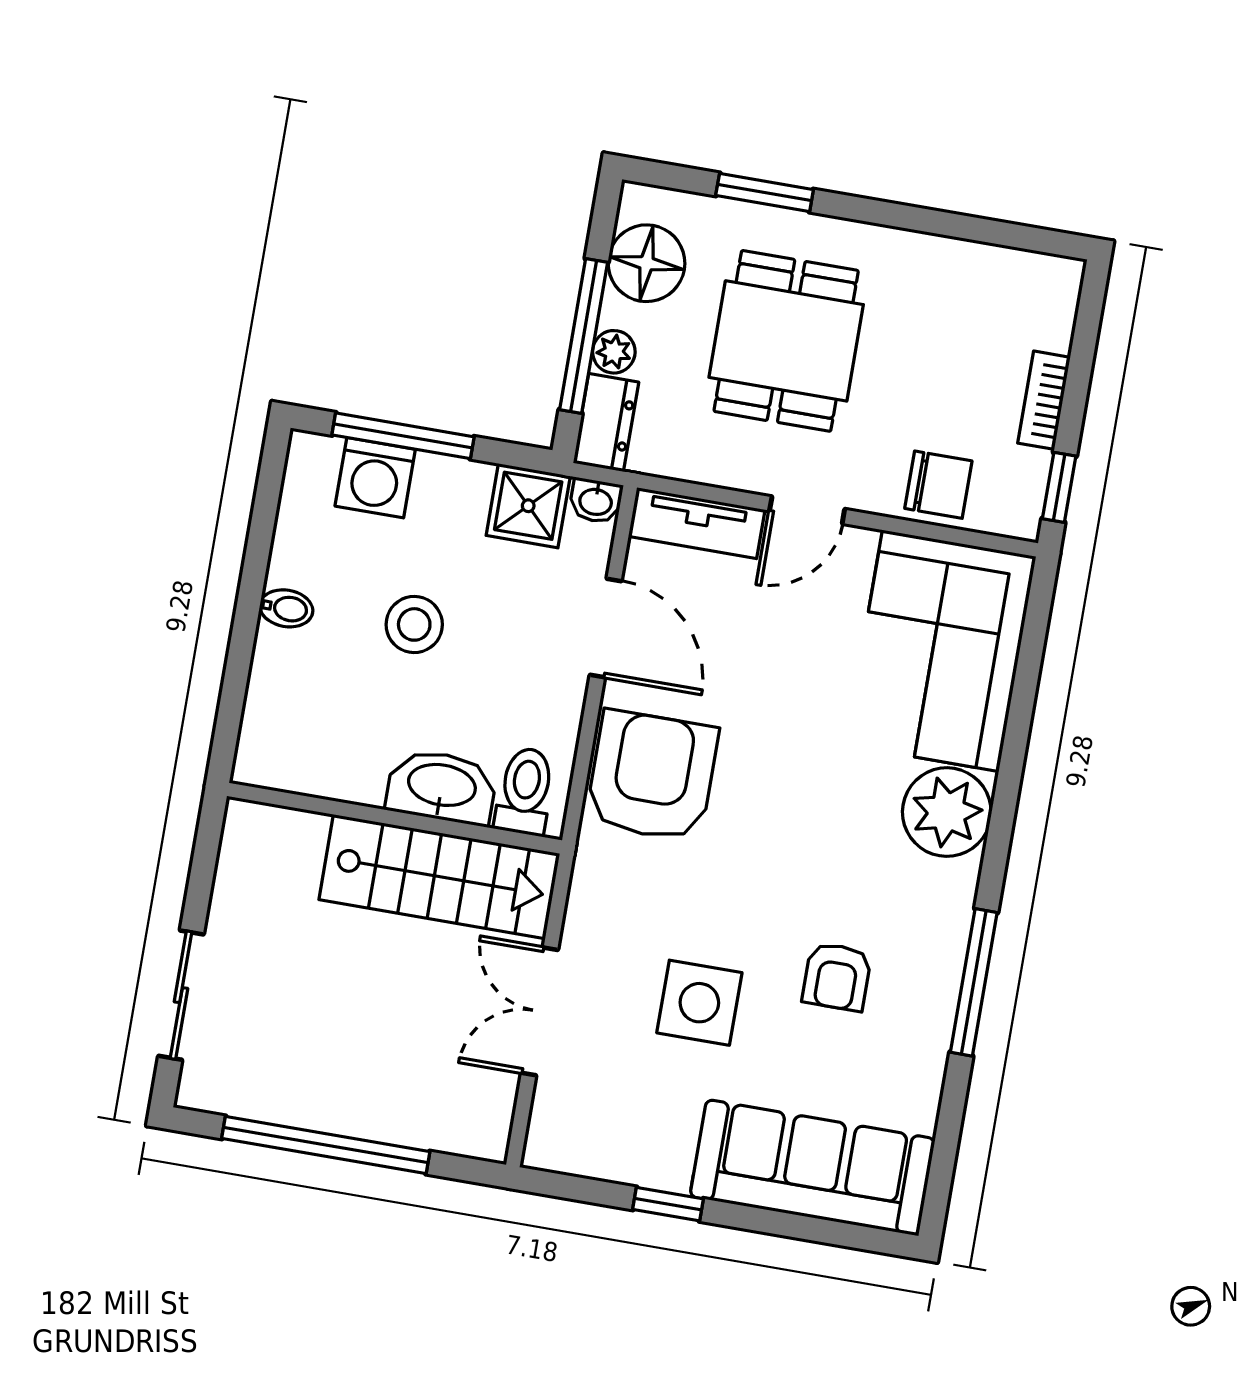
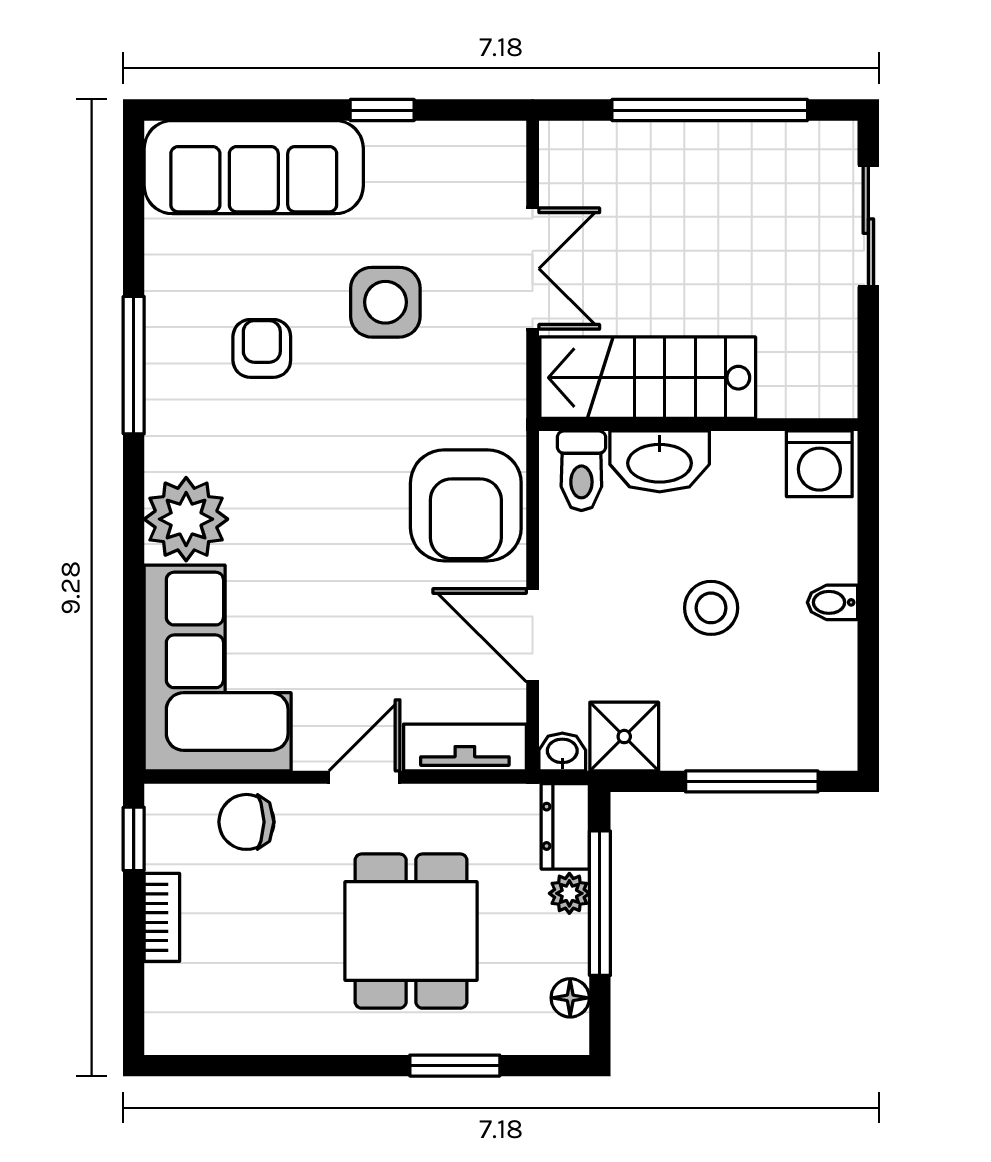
floor lamp: (647, 263) -> (570, 998), width x0.53, depth x0.53
washing machine: (375, 478) -> (819, 464), moved, turned 180

